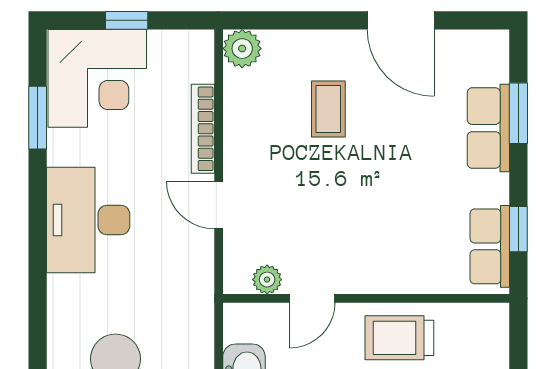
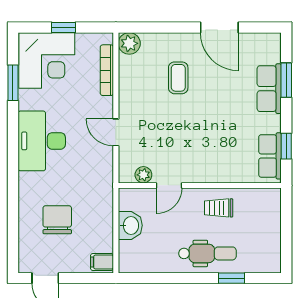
bookcase: (203, 129) -> (107, 70), moved
trolley: (399, 338) -> (219, 208), width x0.73, depth x0.72

